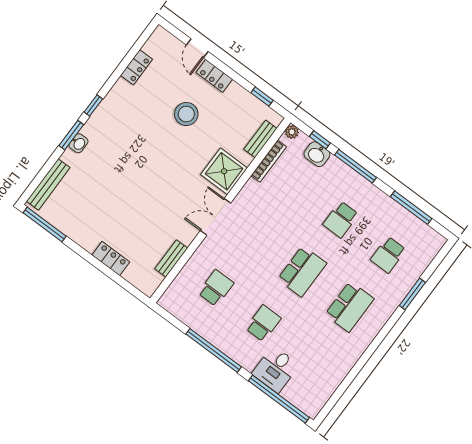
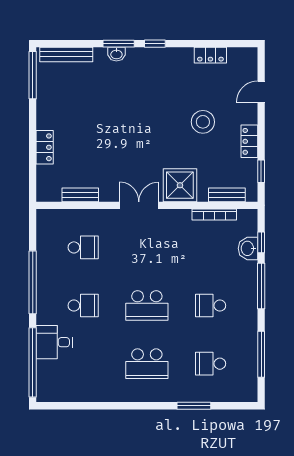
locker: (214, 76) -> (249, 141), moved
plant: (292, 132) -> (251, 216), removed

